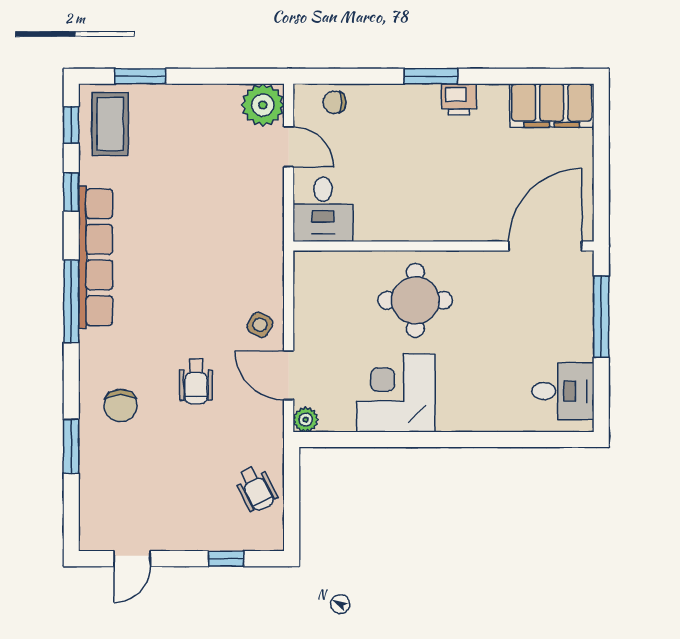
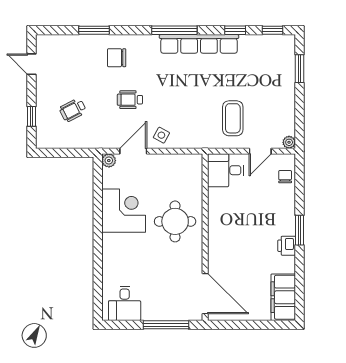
plant: (263, 105) -> (289, 142), width x0.53, depth x0.53
coffee table: (110, 124) -> (233, 118), moved, turned 90
wheelchair: (256, 488) -> (73, 110), moved

